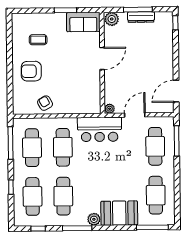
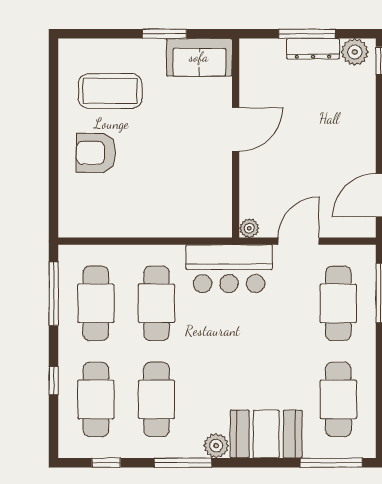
plant: (112, 19) -> (355, 52), moved
coffee table: (38, 40) -> (110, 91), width x1.86, depth x1.72
armchair: (45, 103) -> (122, 216), removed

